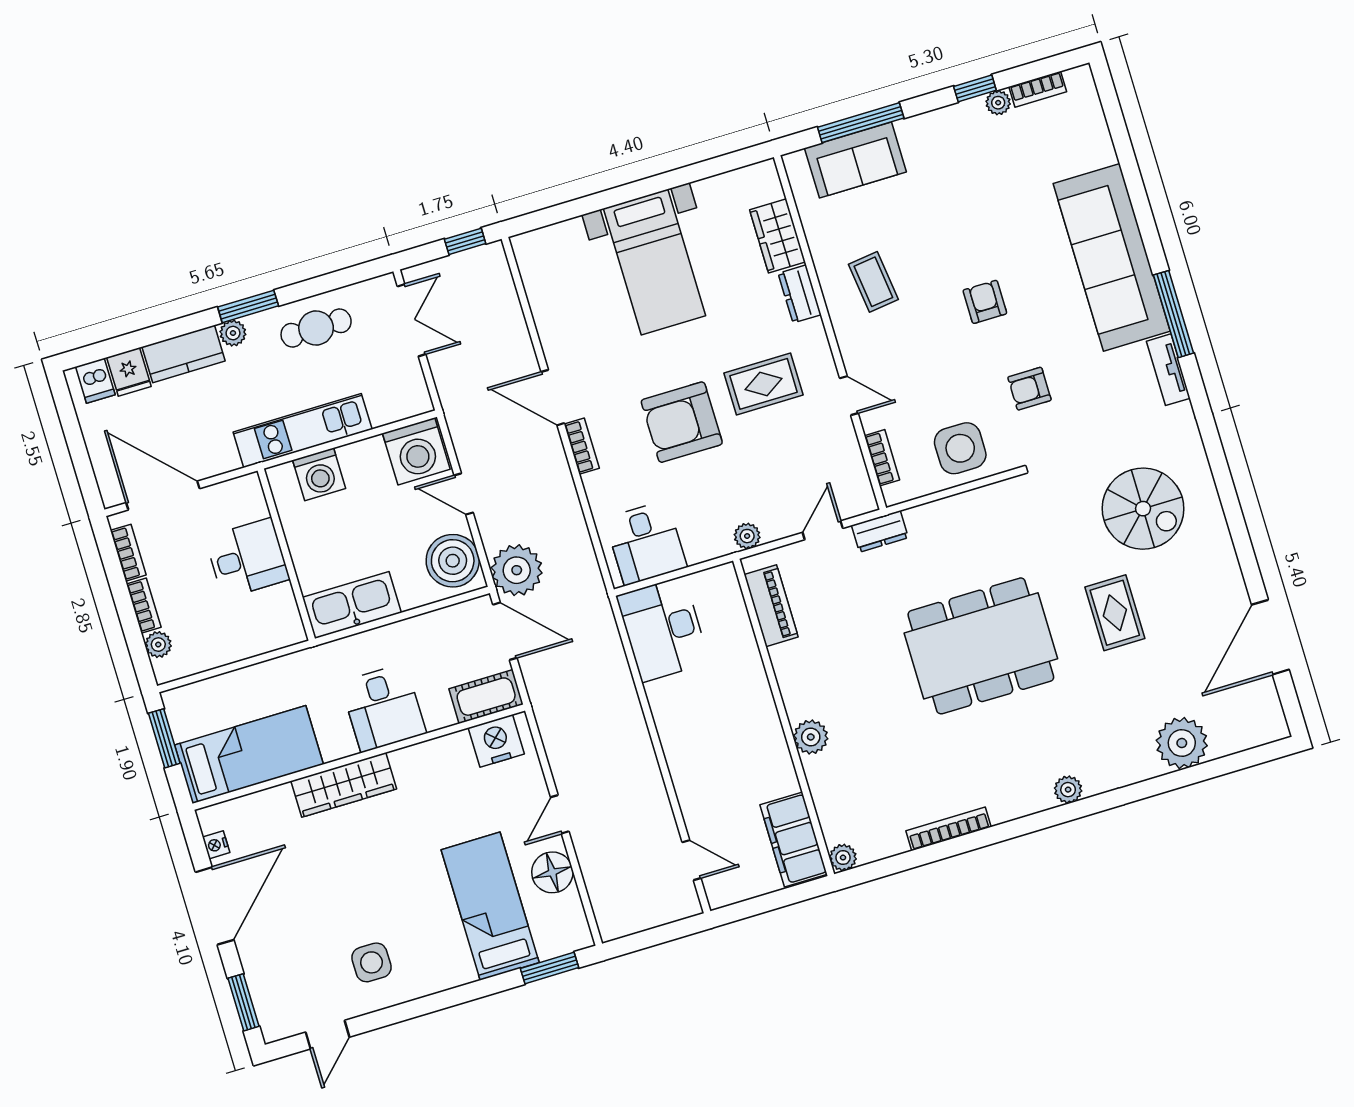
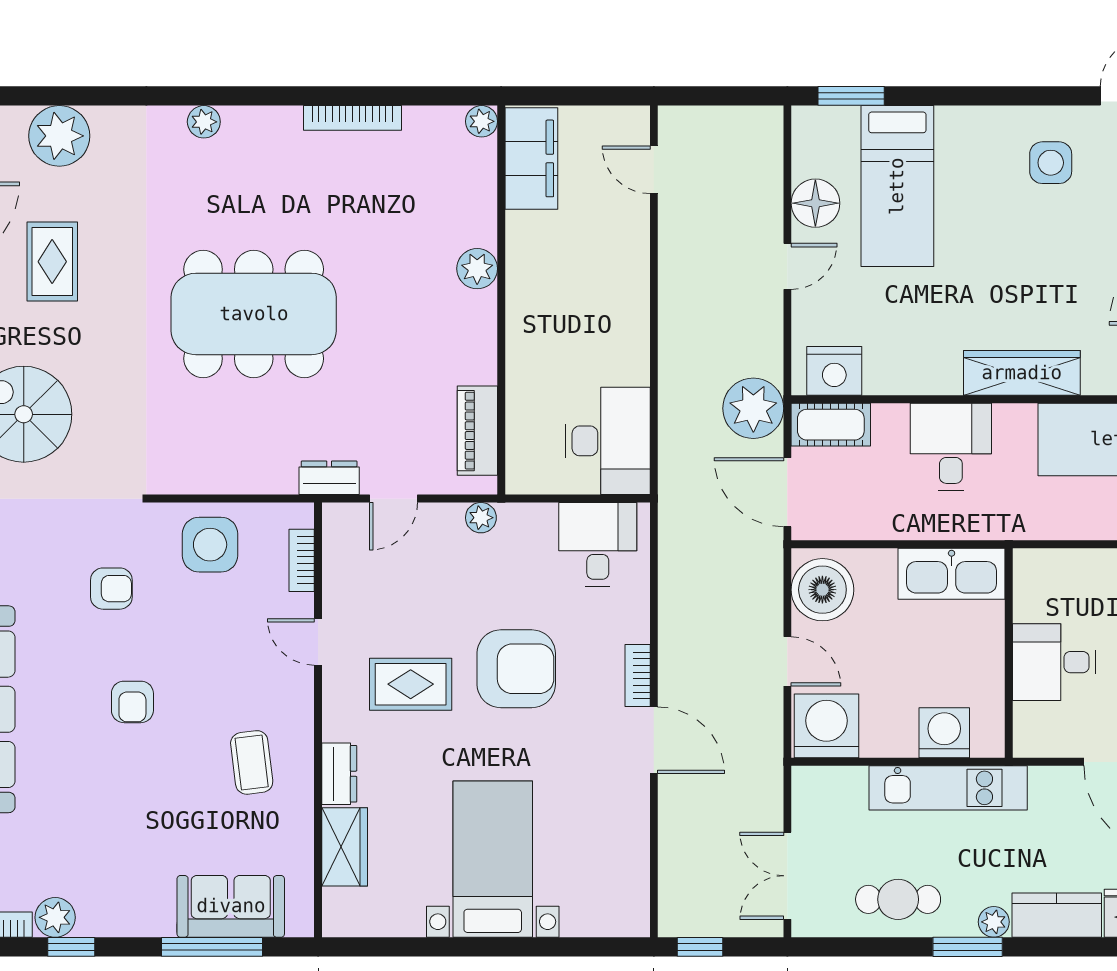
plant: (998, 103) -> (55, 917), width x1.38, depth x1.38
plant: (517, 570) -> (753, 408), moved
rug: (1115, 613) -> (52, 262), moved

